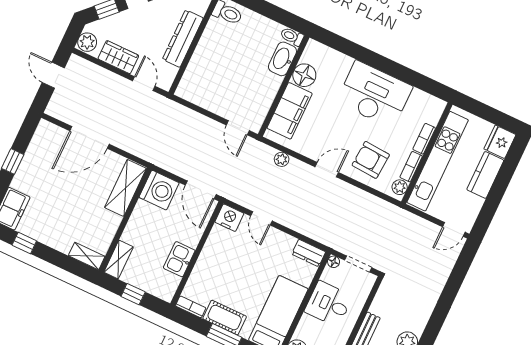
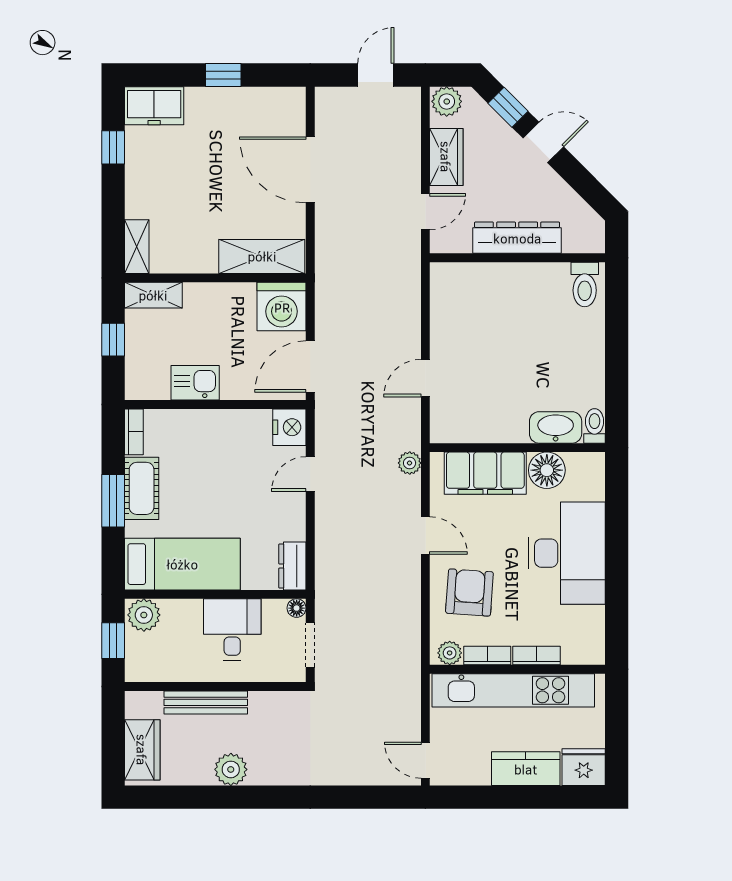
toilet: (292, 36) -> (595, 426), moved
washbasin: (282, 59) -> (556, 427), moved
floor lamp: (304, 75) -> (547, 470), moved
wall: (284, 86) -> (517, 448), moved
filing cabinet: (290, 111) -> (485, 473), moved

